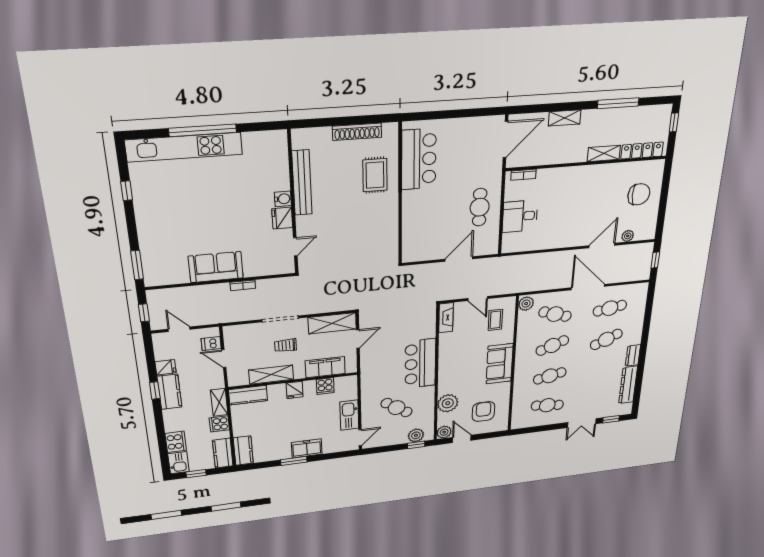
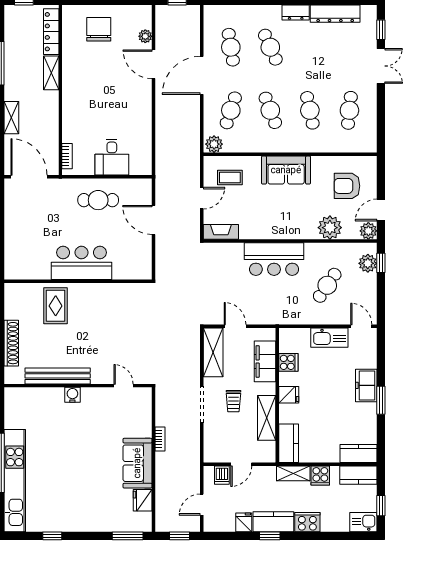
shoe rack: (357, 132) -> (11, 343), moved
bar counter: (419, 159) -> (81, 263), moved
rug: (375, 175) -> (56, 306), turned 90
fridge: (282, 218) -> (143, 500), moved, turned 90
cooker: (176, 442) -> (307, 522), moved

